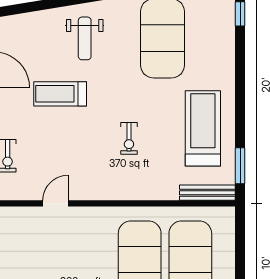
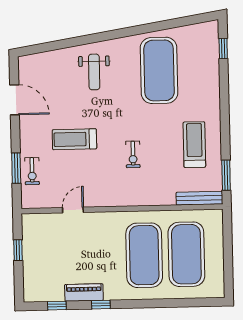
treadmill: (60, 94) -> (74, 139), moved
treadmill: (203, 128) -> (194, 145), width x0.73, depth x0.73

